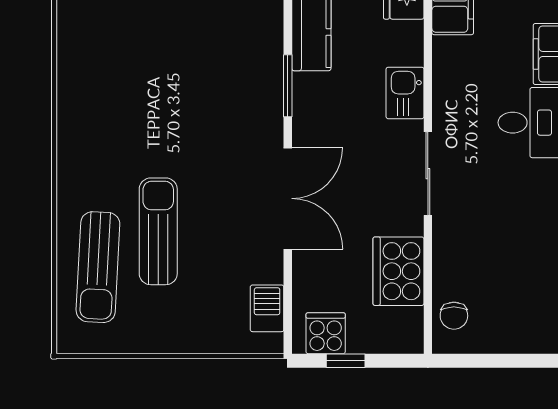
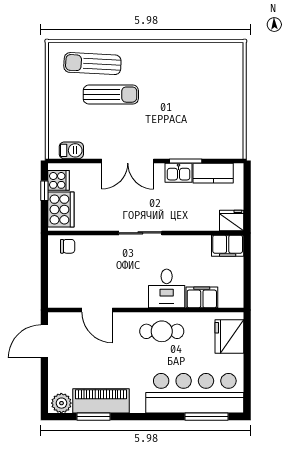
kitchen sink: (405, 93) -> (178, 173), moved, turned 180
cooker: (398, 271) -> (61, 209), moved, turned 90
chair: (454, 316) -> (68, 246), turned 180

